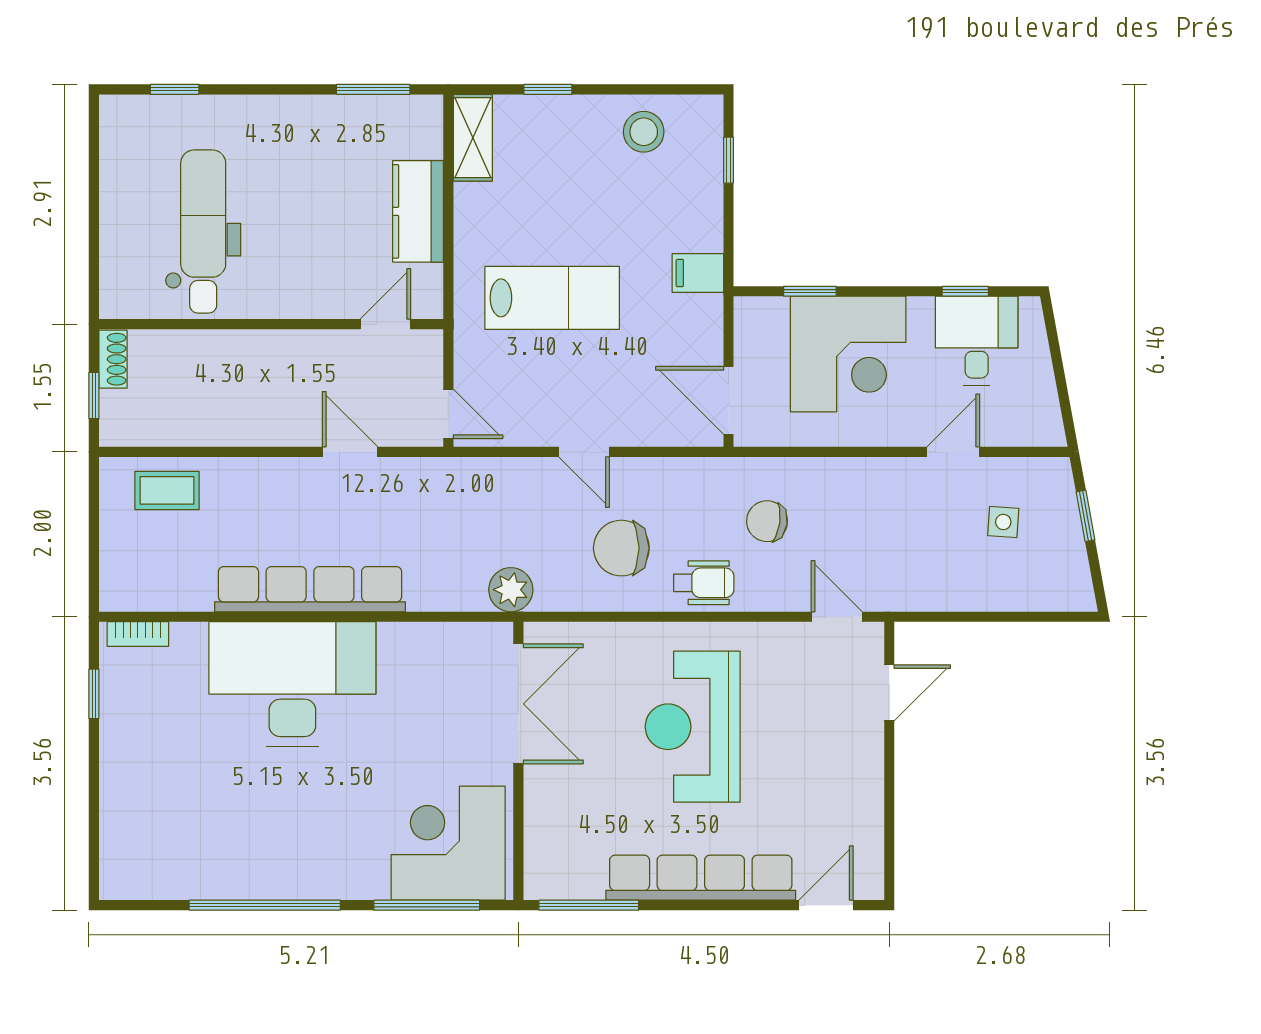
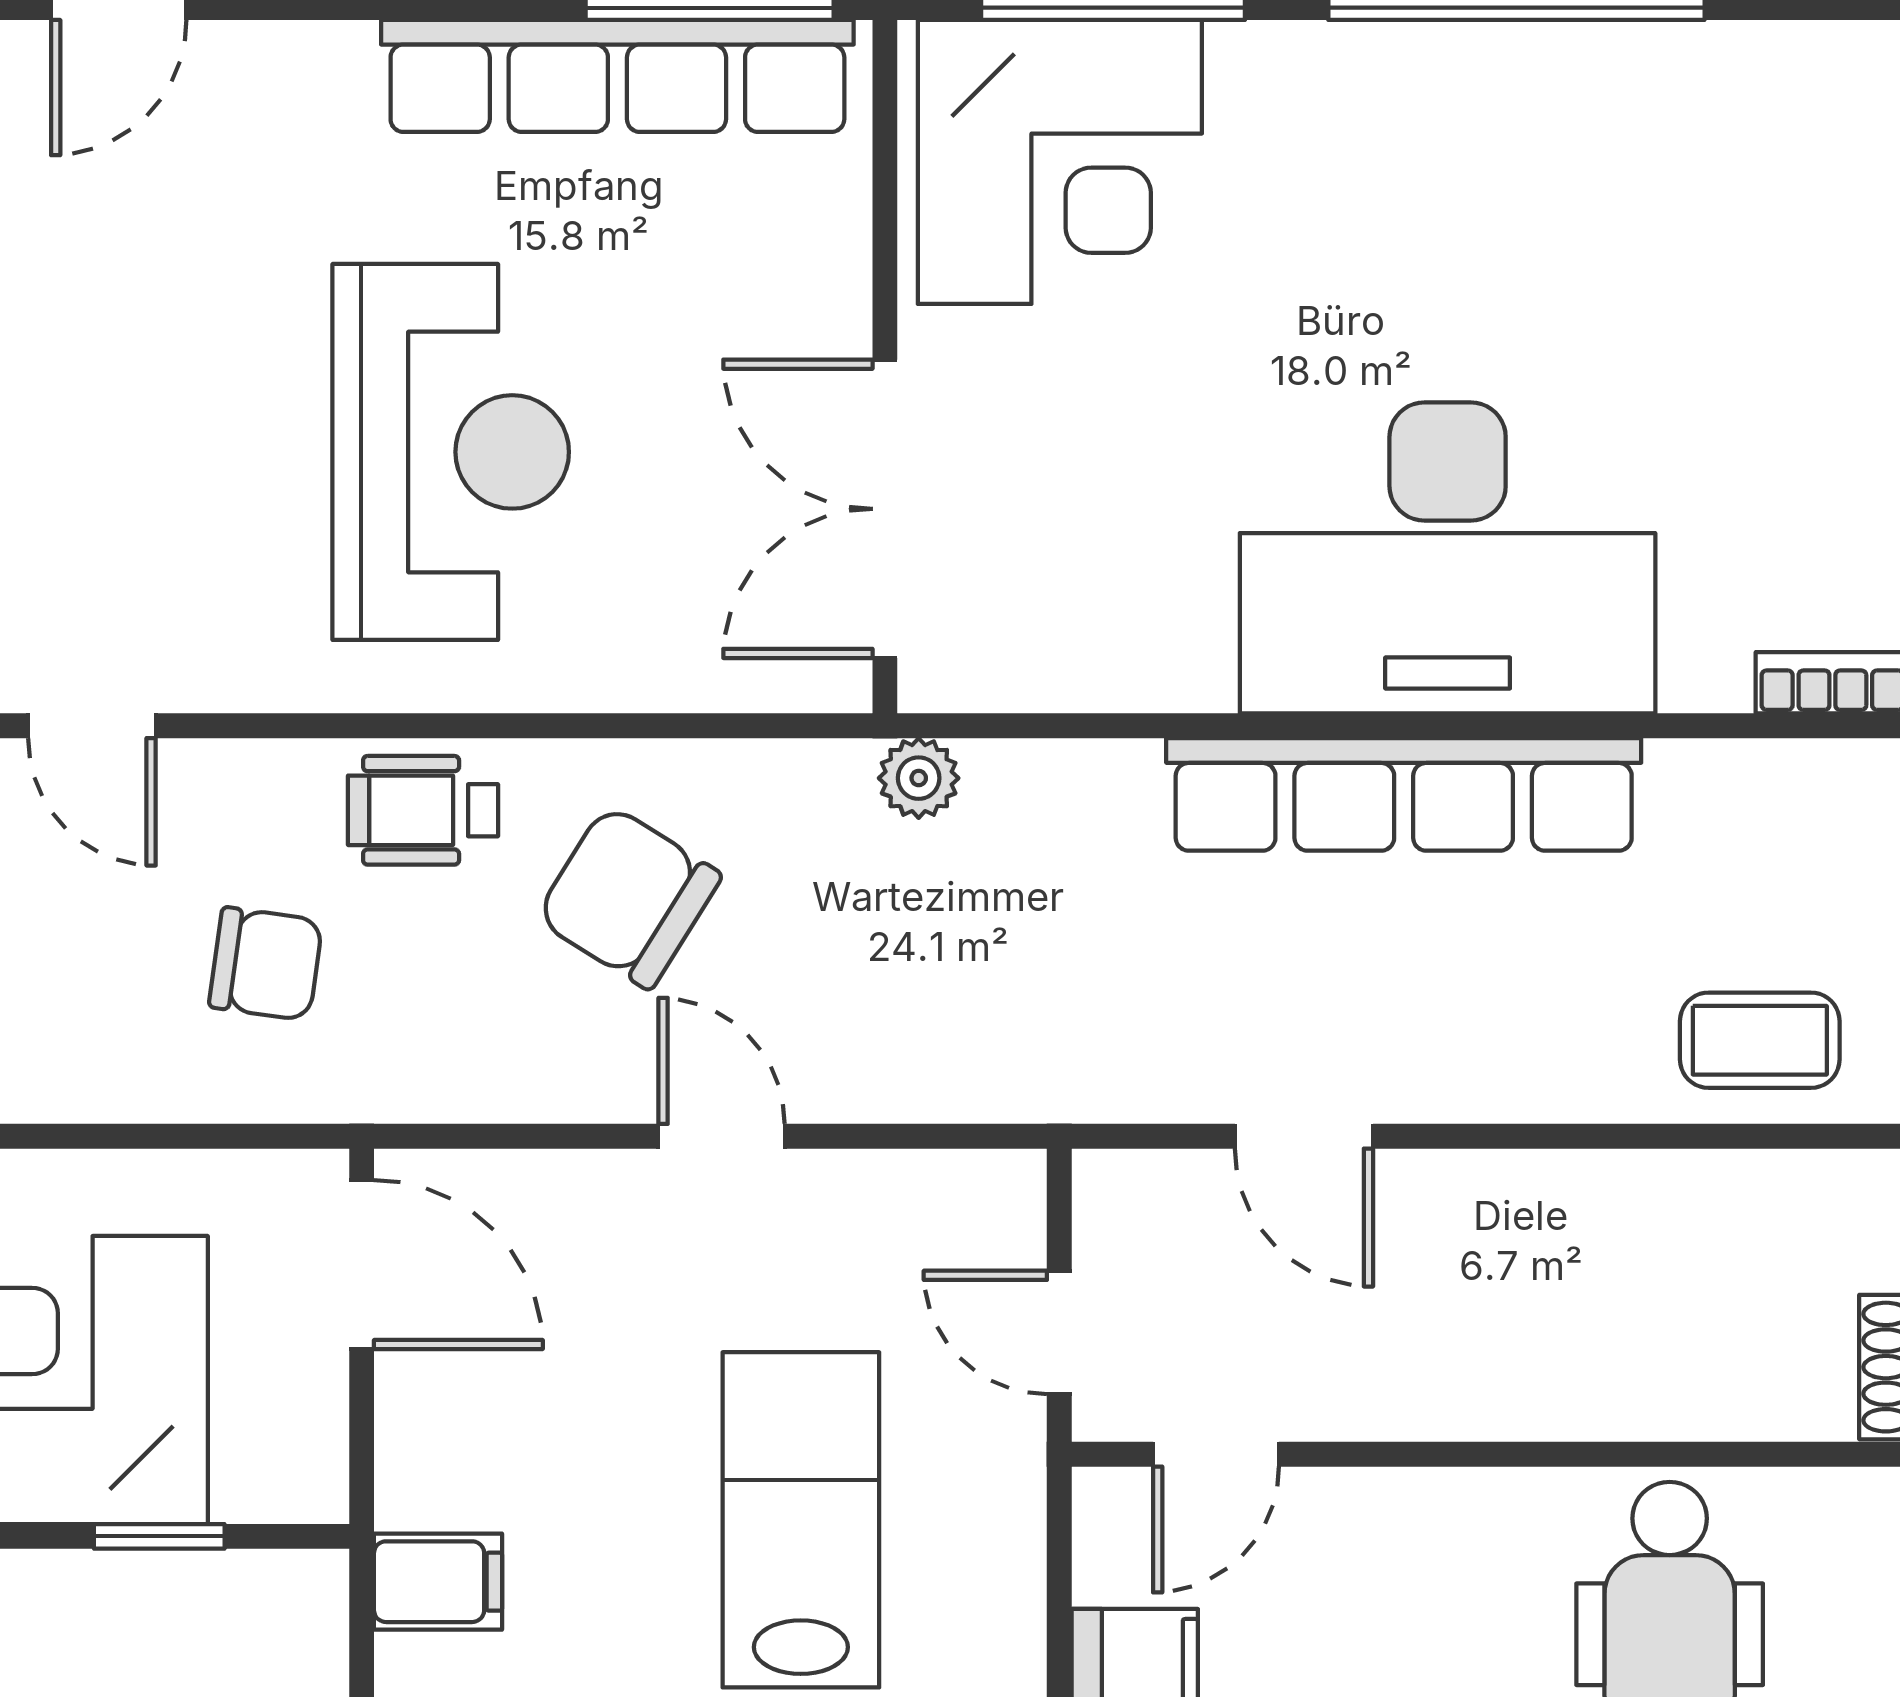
lab bench: (552, 298) -> (801, 1520), turned 90
door: (448, 414) -> (1059, 1332), moved
chair: (621, 548) -> (628, 897), turned -148
plant: (511, 590) -> (919, 778), width x0.73, depth x0.73
row of seats: (701, 878) -> (617, 76), moved

